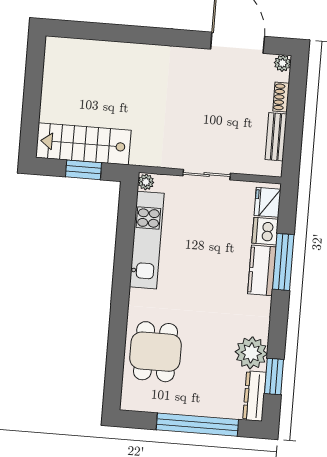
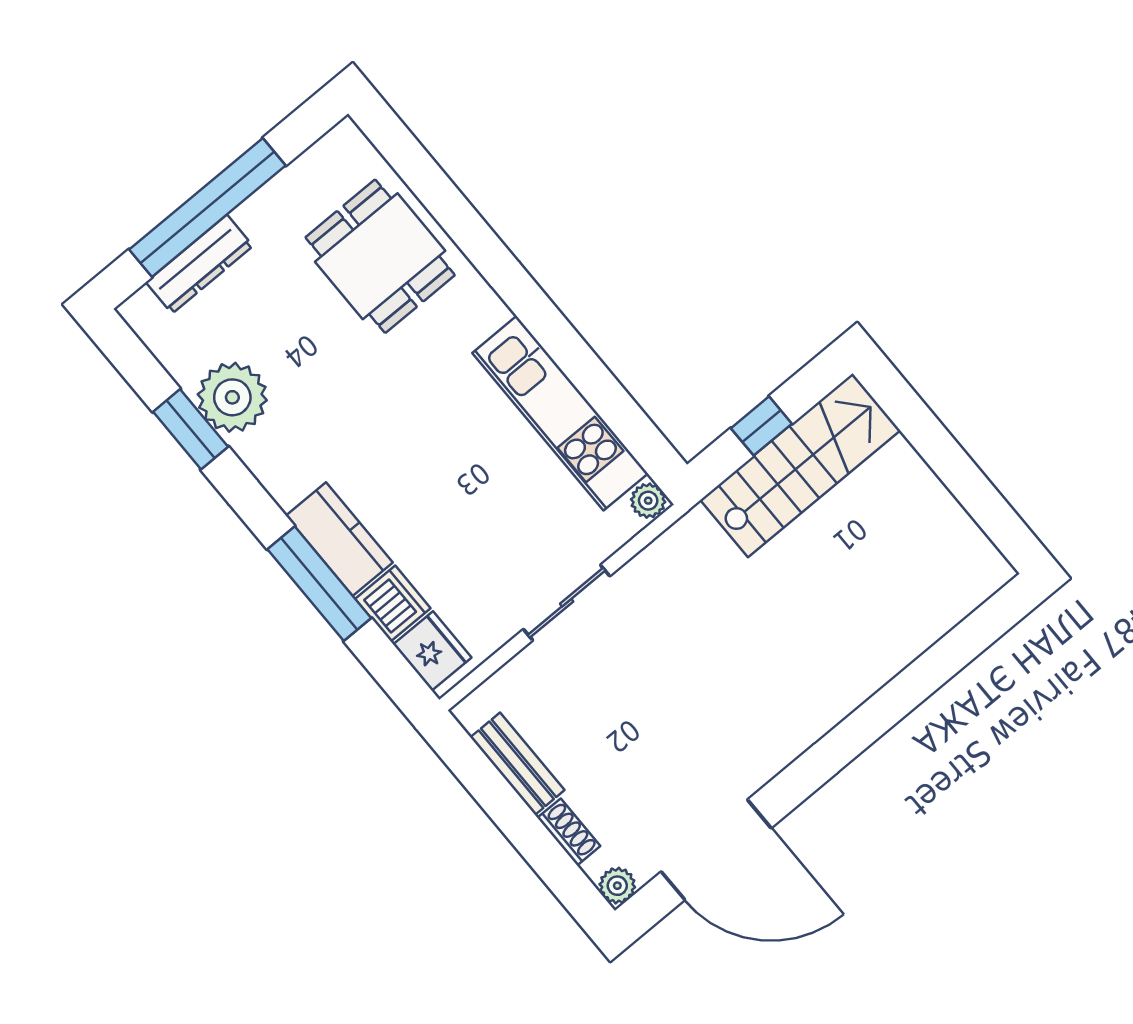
window: (84, 170) -> (761, 426), width x0.67
window: (274, 377) -> (191, 429), moved
dresser: (254, 396) -> (199, 264), moved, turned 90

